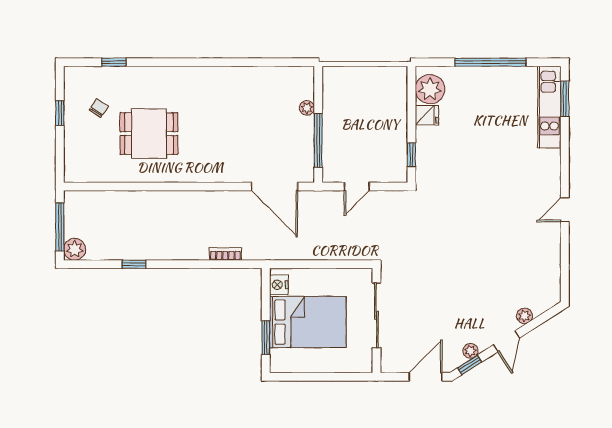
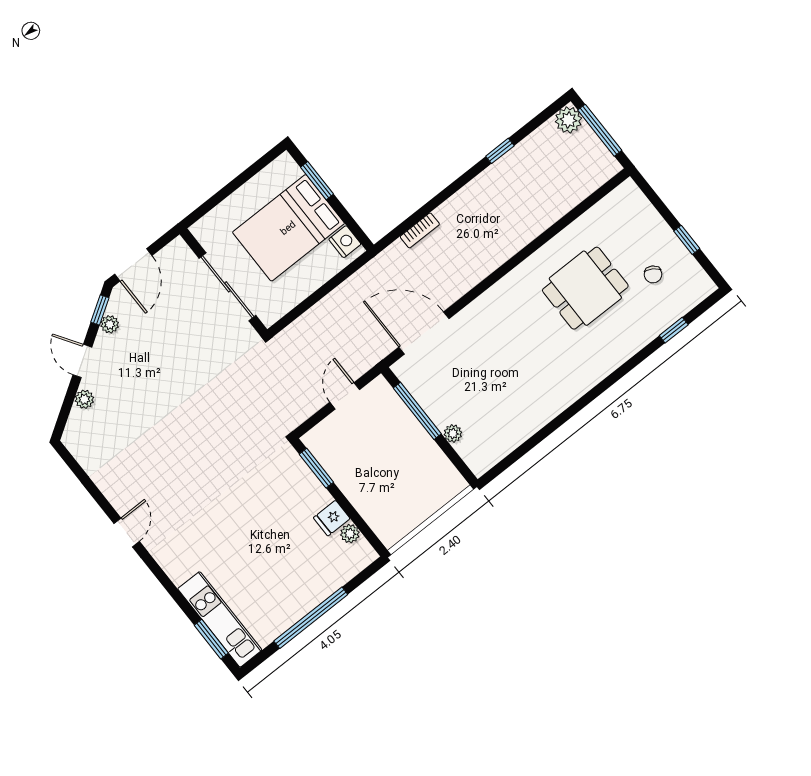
plant: (430, 89) -> (350, 534), width x0.53, depth x0.53
window: (411, 155) -> (316, 468), width x1.50

